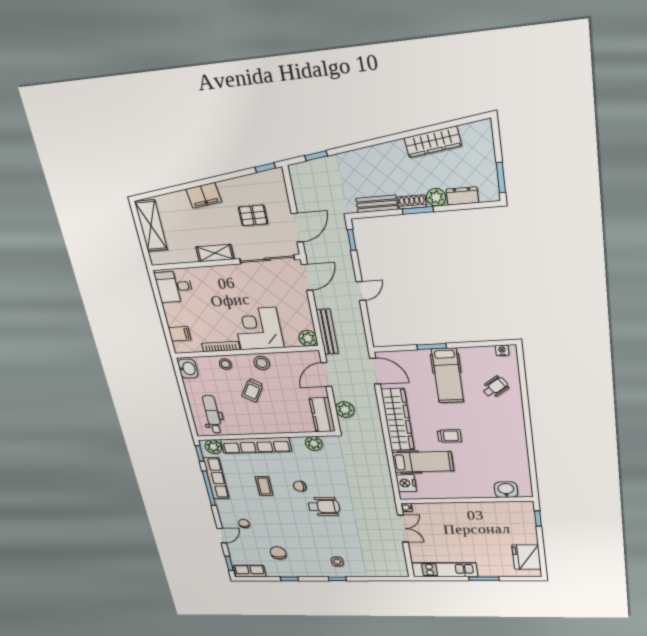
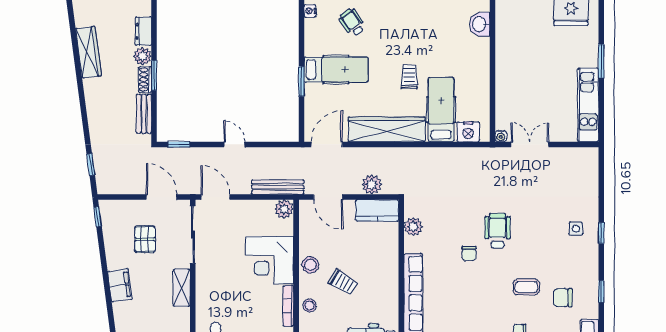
coffee table: (264, 486) -> (526, 287), moved

